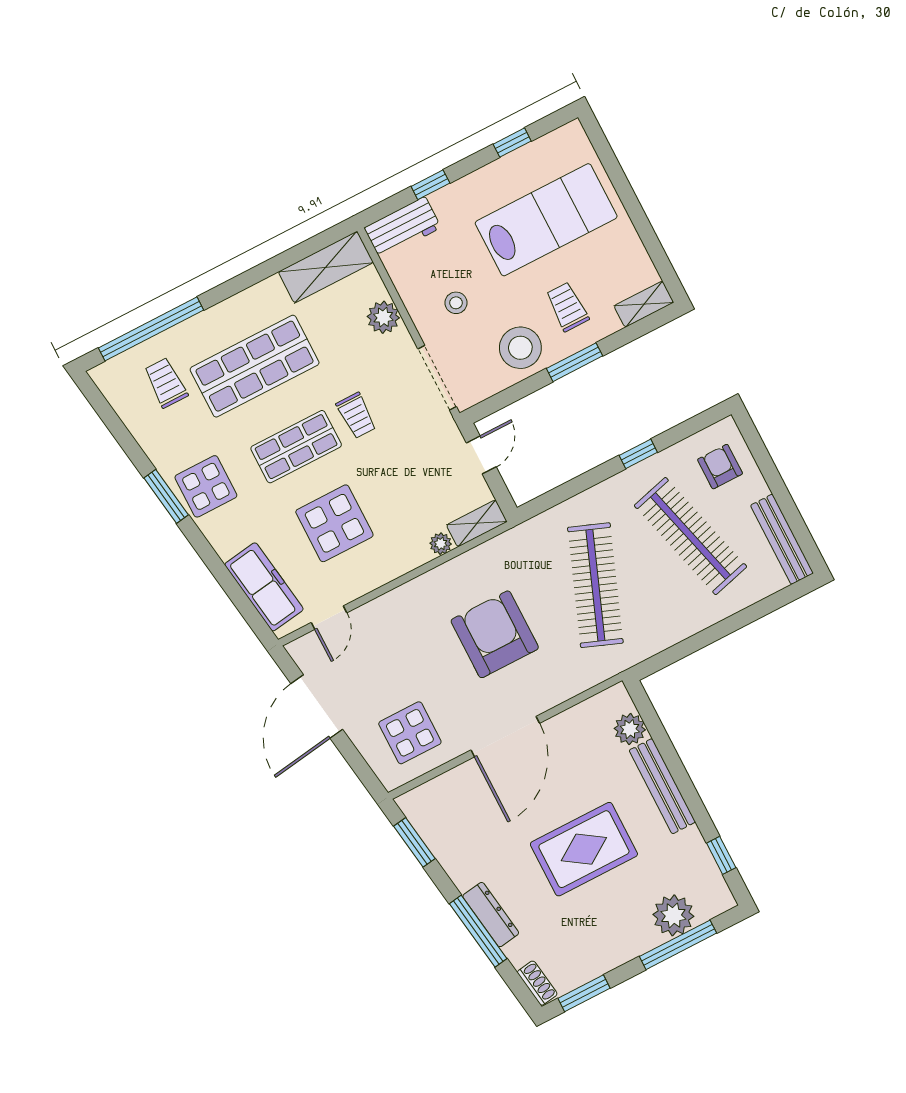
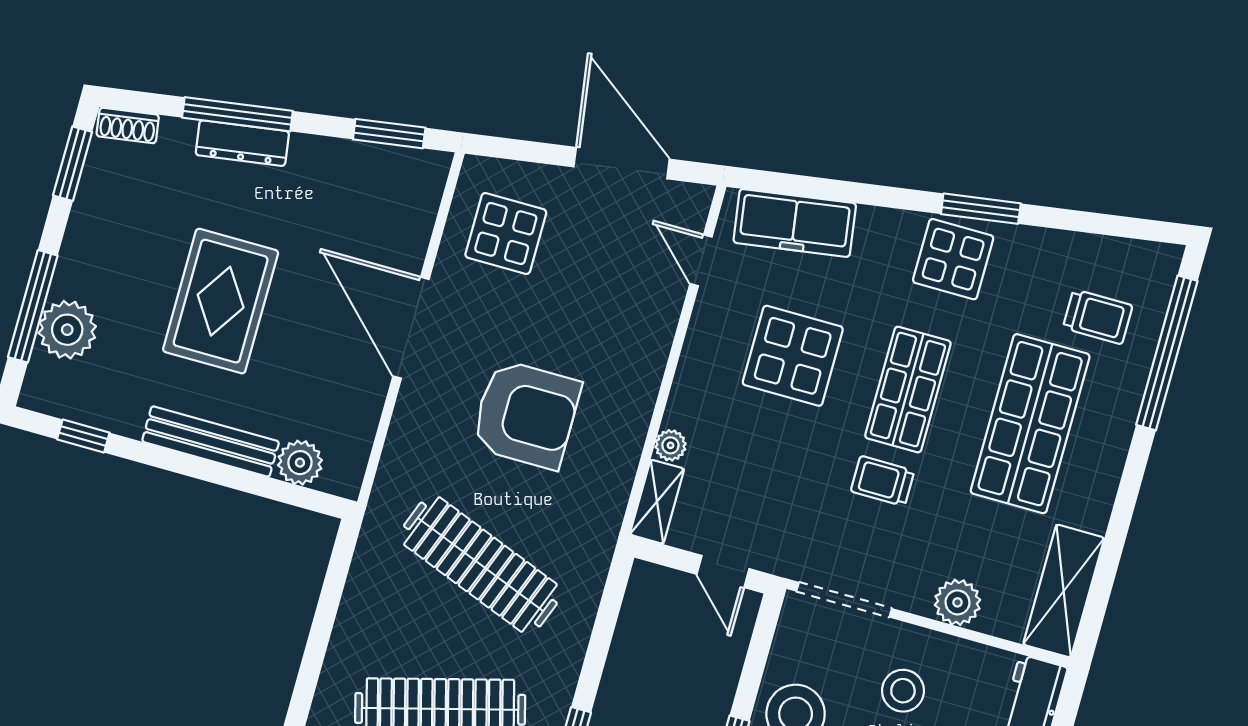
stool: (456, 303) -> (903, 691), width x1.37, depth x1.37

